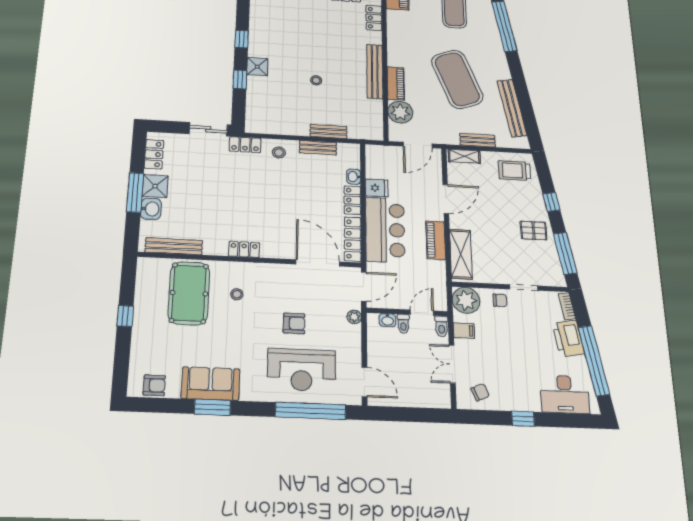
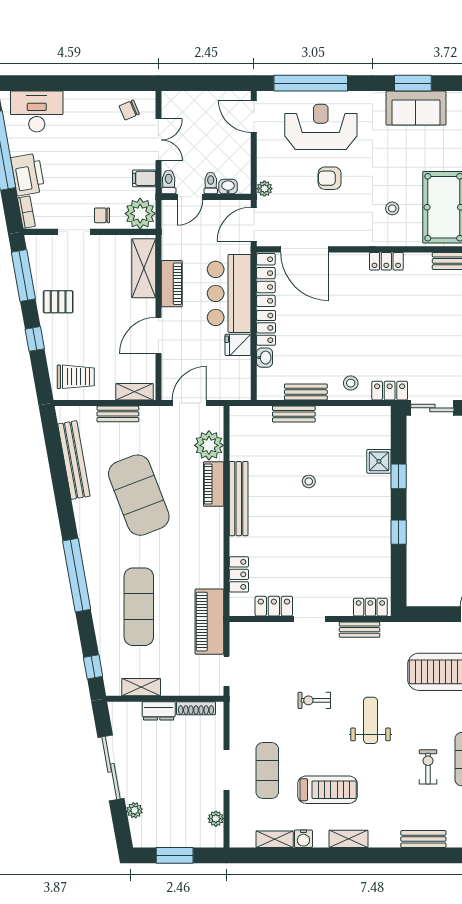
shower: (257, 67) -> (379, 461), moved
window: (523, 419) -> (84, 83), removed

